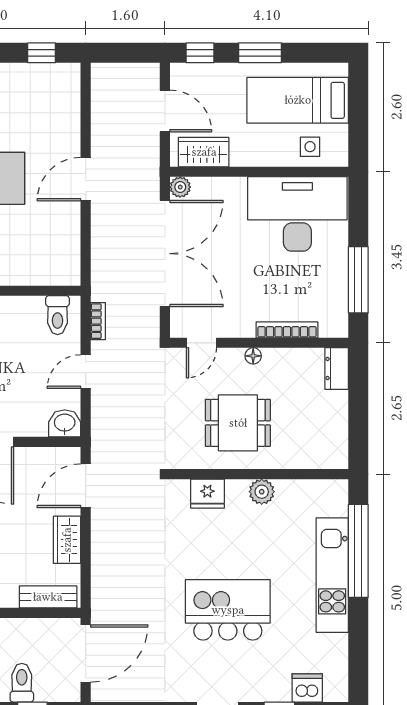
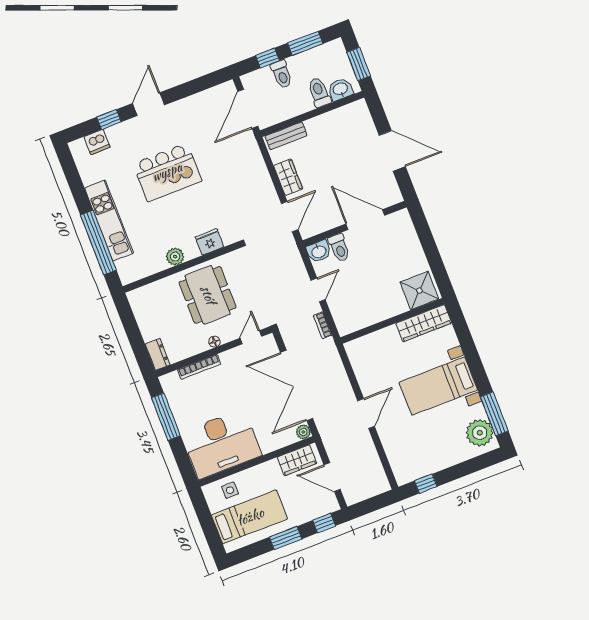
toilet: (58, 315) -> (339, 248), moved, turned 180
dining table: (238, 423) -> (208, 295), width x1.38

